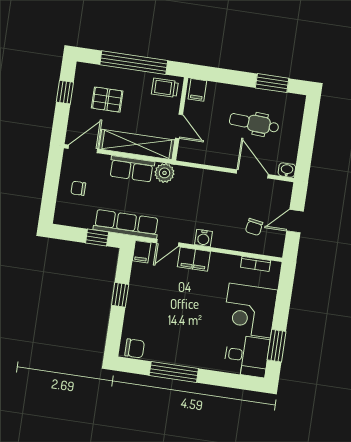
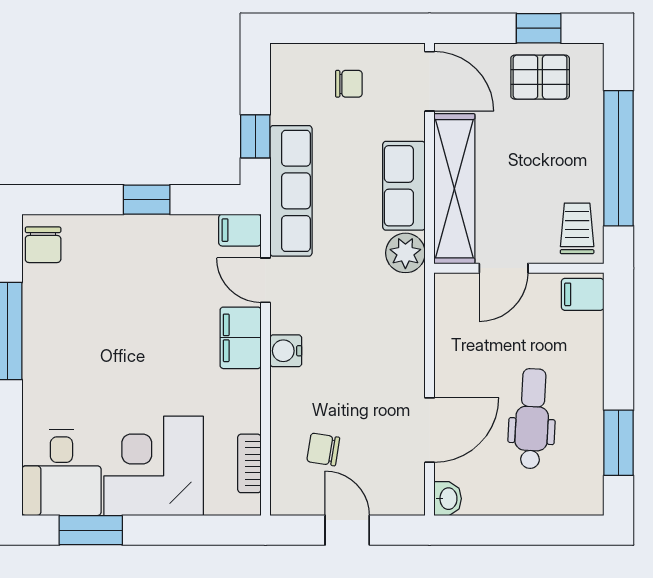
pallet: (107, 100) -> (540, 77), moved, turned 90
chair: (78, 188) -> (349, 84), turned 90

